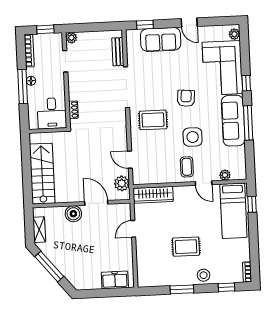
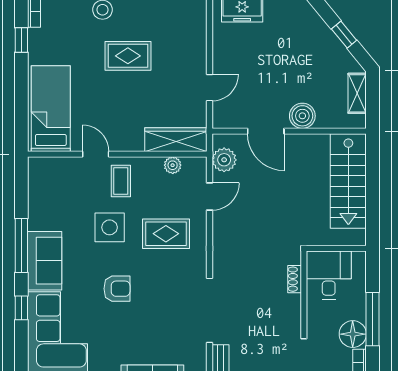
floor lamp: (31, 81) -> (353, 334), width x1.89, depth x1.89
armchair: (186, 98) -> (117, 289), turned -95
rug: (153, 120) -> (166, 234), moved
sofa: (233, 121) -> (45, 261), width x0.73
door: (130, 160) -> (210, 196), hinge flipped
plant: (225, 175) -> (173, 165), moved
window: (252, 204) -> (21, 40), moved
window: (49, 267) -> (344, 35), width x0.46

